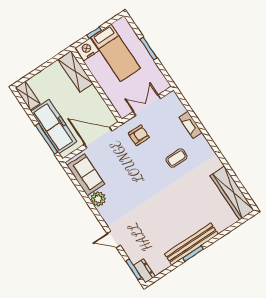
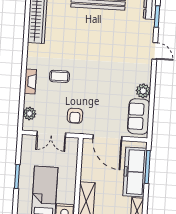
plant: (178, 108) -> (29, 114), added
fireplace: (191, 125) -> (30, 81), moved
armchair: (139, 135) -> (75, 116), turned -90

